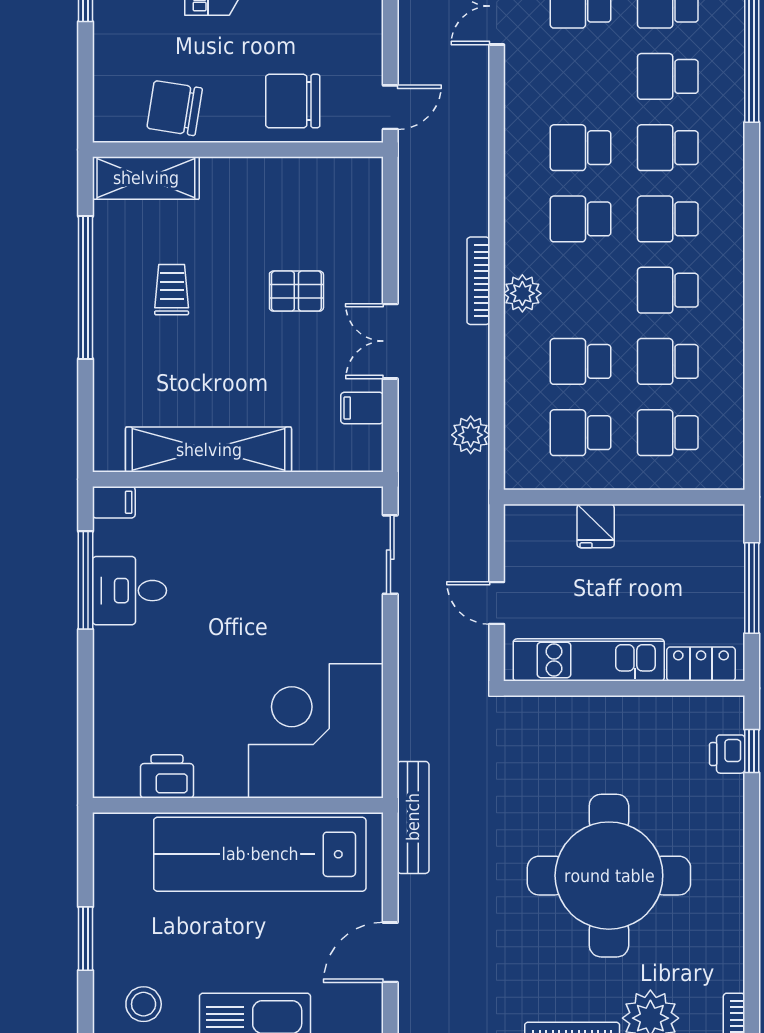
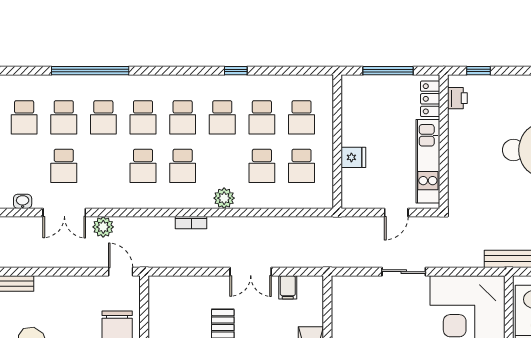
bookcase: (478, 281) -> (191, 223), moved, width x0.64
window: (752, 315) -> (236, 71), added
plant: (471, 435) -> (103, 227), moved
sliding door: (390, 555) -> (404, 272), moved
printer: (727, 754) -> (457, 98), moved, turned -90

